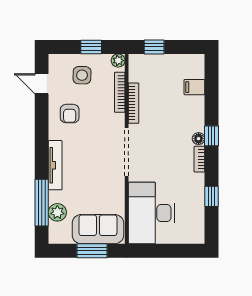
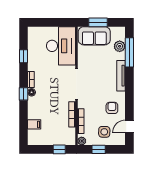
door: (42, 84) -> (129, 127), swing flipped

